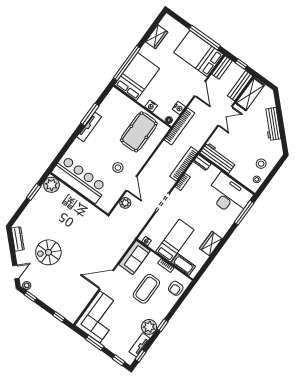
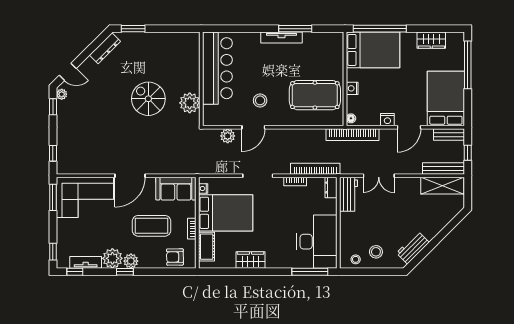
window: (205, 38) -> (468, 65), moved
nightstand: (179, 108) -> (387, 120), moved
double door: (225, 116) -> (379, 176), moved
workbench: (272, 124) -> (413, 248), moved, width x0.73
workbench: (218, 158) -> (348, 194), width x0.73
plant: (52, 185) -> (190, 103), moved
window: (34, 192) -> (133, 29), moved
bed: (175, 241) -> (226, 213), width x1.50
spiral stairs: (48, 252) -> (148, 99), moved
door: (106, 280) -> (130, 176), swing flipped
plant: (159, 317) -> (131, 261), added
window: (95, 343) -> (53, 197), moved

